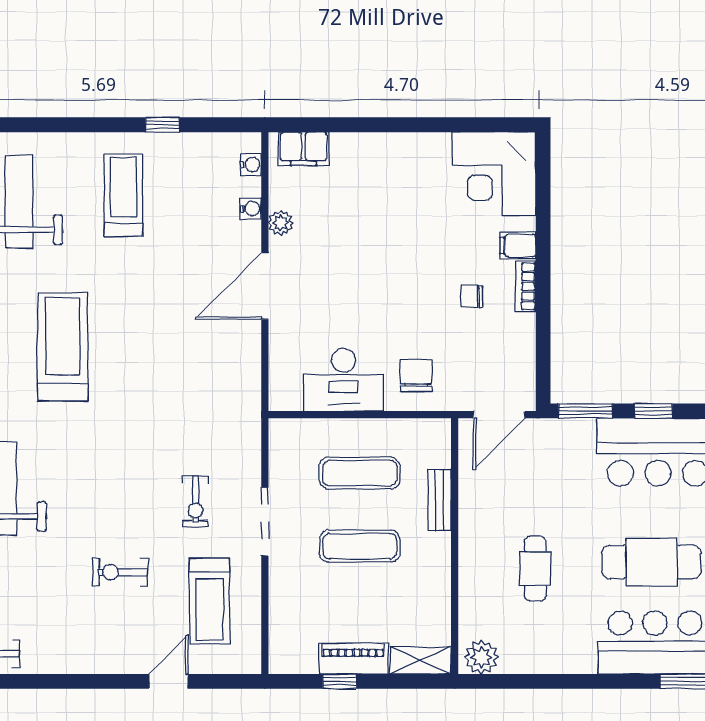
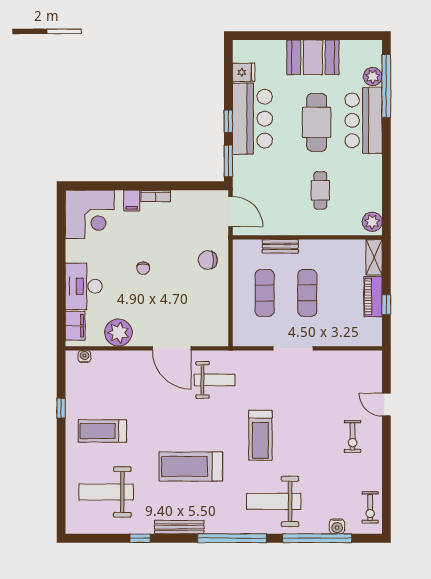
water cooler: (251, 209) -> (110, 357), removed
plant: (281, 223) -> (118, 333), width x1.87, depth x1.87
door: (265, 286) -> (172, 348), moved
chair: (472, 296) -> (143, 268), moved
desk: (344, 380) -> (84, 286), moved, turned 180
weight bench: (211, 387) -> (215, 380), added
exercise bike: (195, 501) -> (281, 389), removed
cafe table: (535, 569) -> (320, 190), turned 90
exercise bike: (120, 572) -> (353, 436), moved
treadmill: (210, 601) -> (260, 435), moved, turned 90

